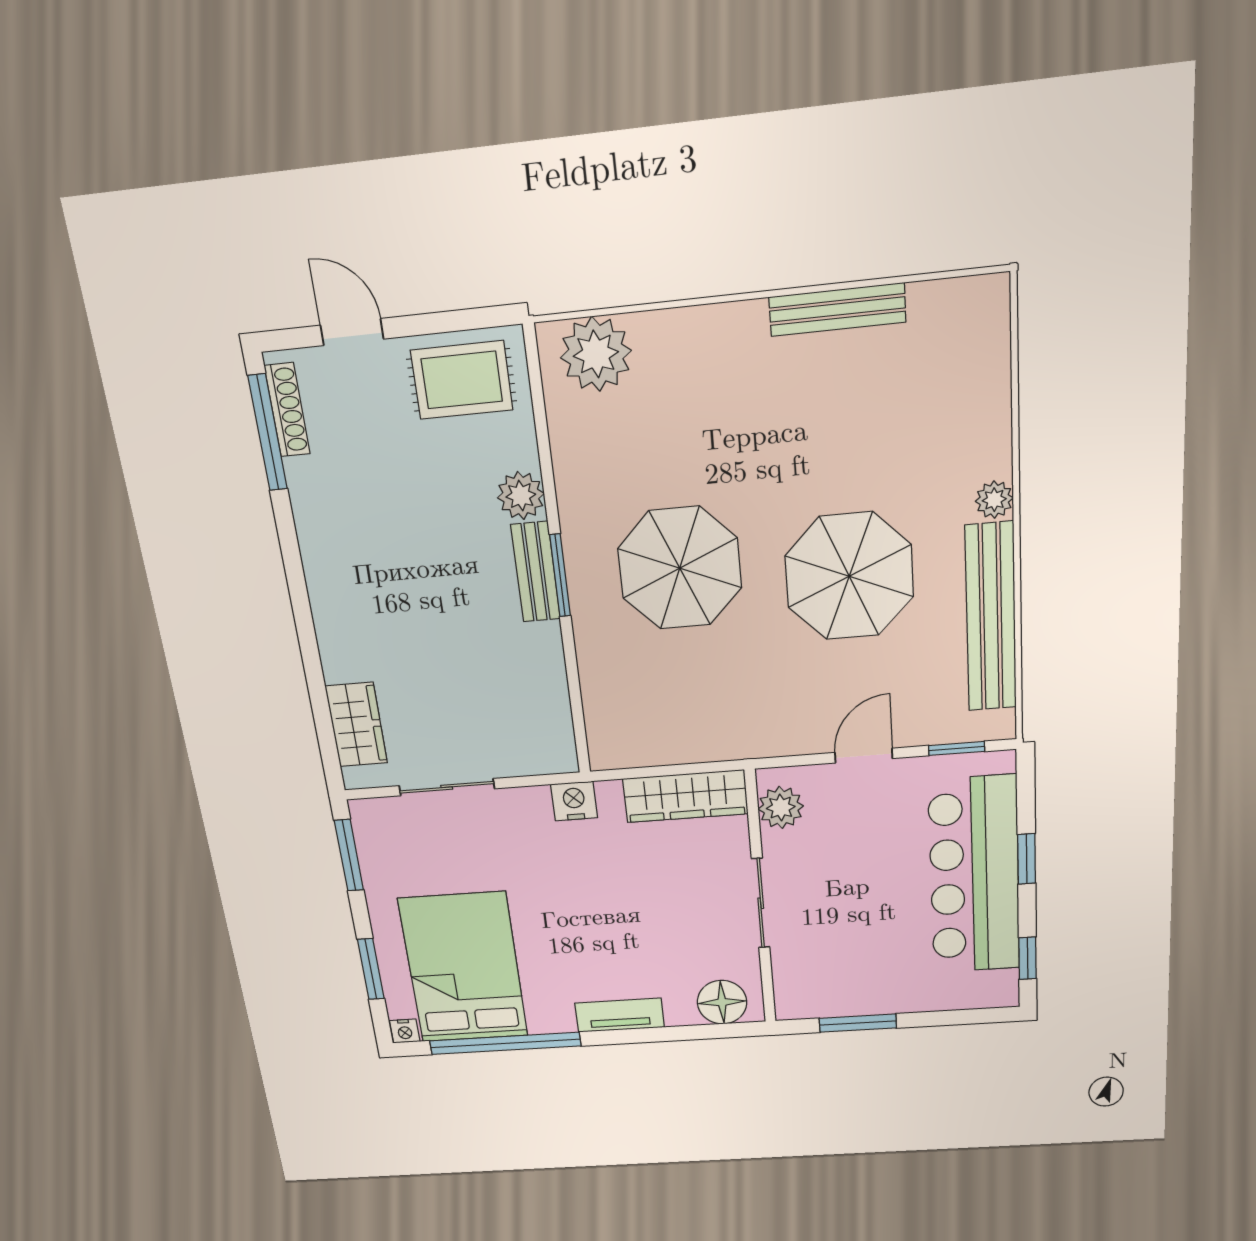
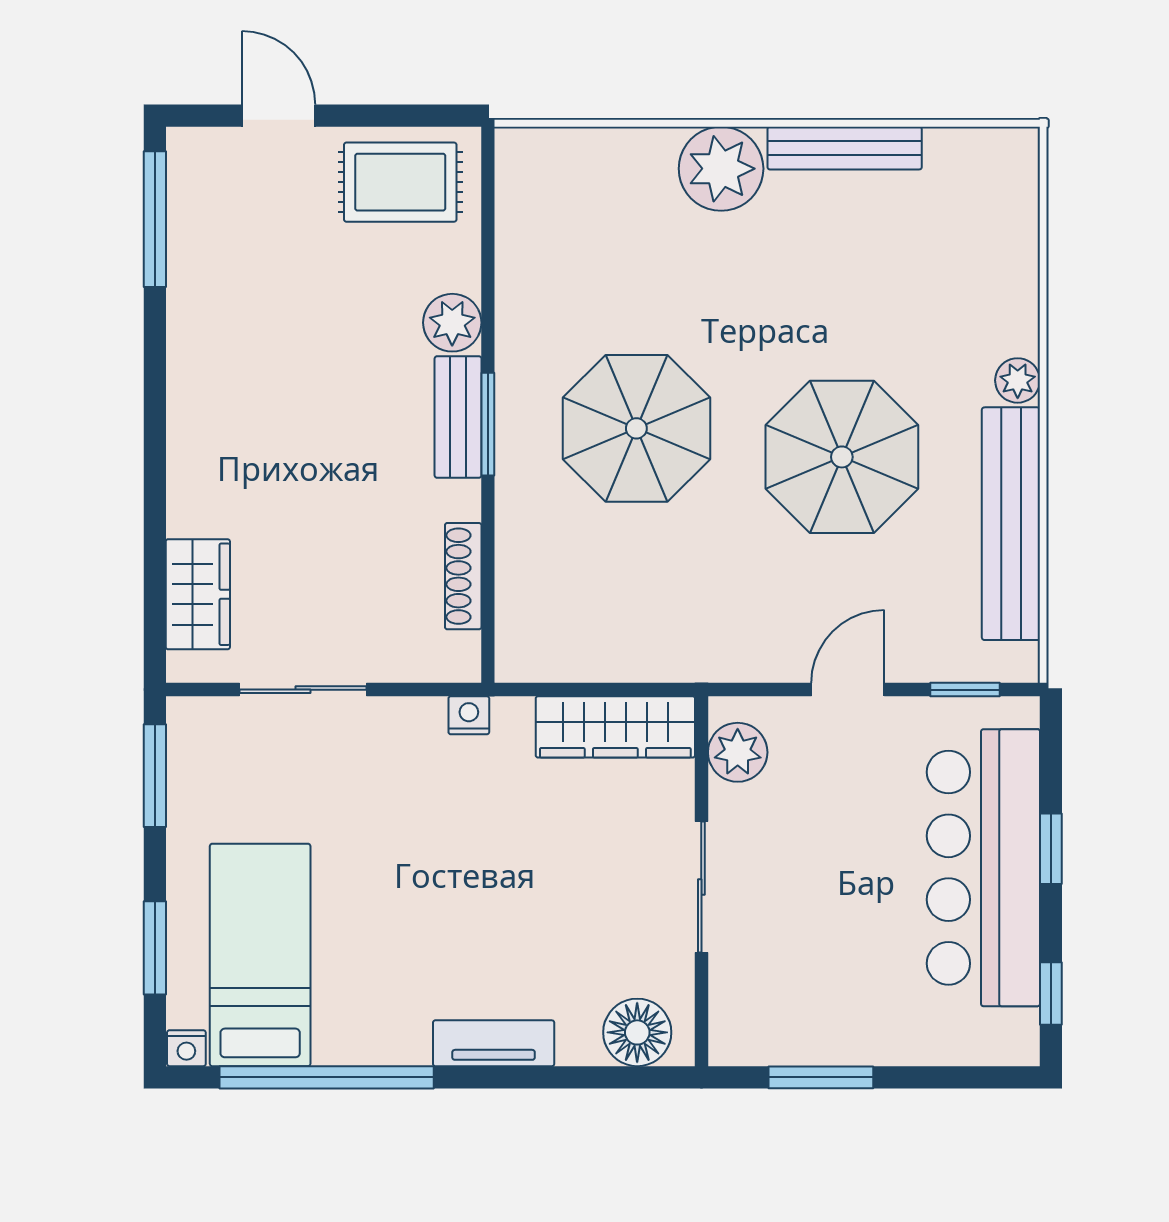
plant: (596, 354) -> (721, 169), moved
shoe rack: (287, 410) -> (463, 576), moved, turned 180
nightstand: (574, 801) -> (469, 715), width x0.72, depth x0.74
bed: (463, 968) -> (260, 955), width x0.67

